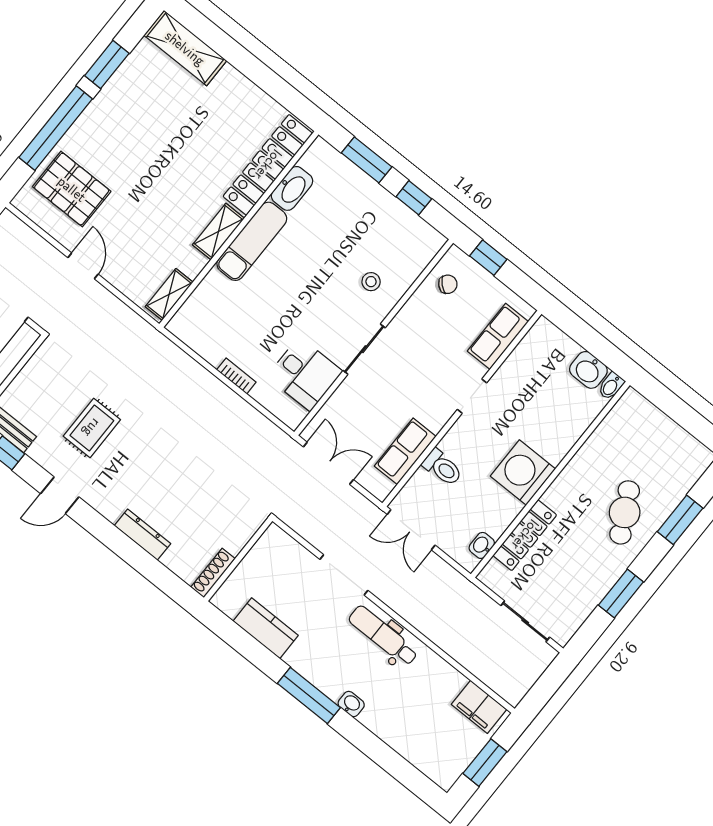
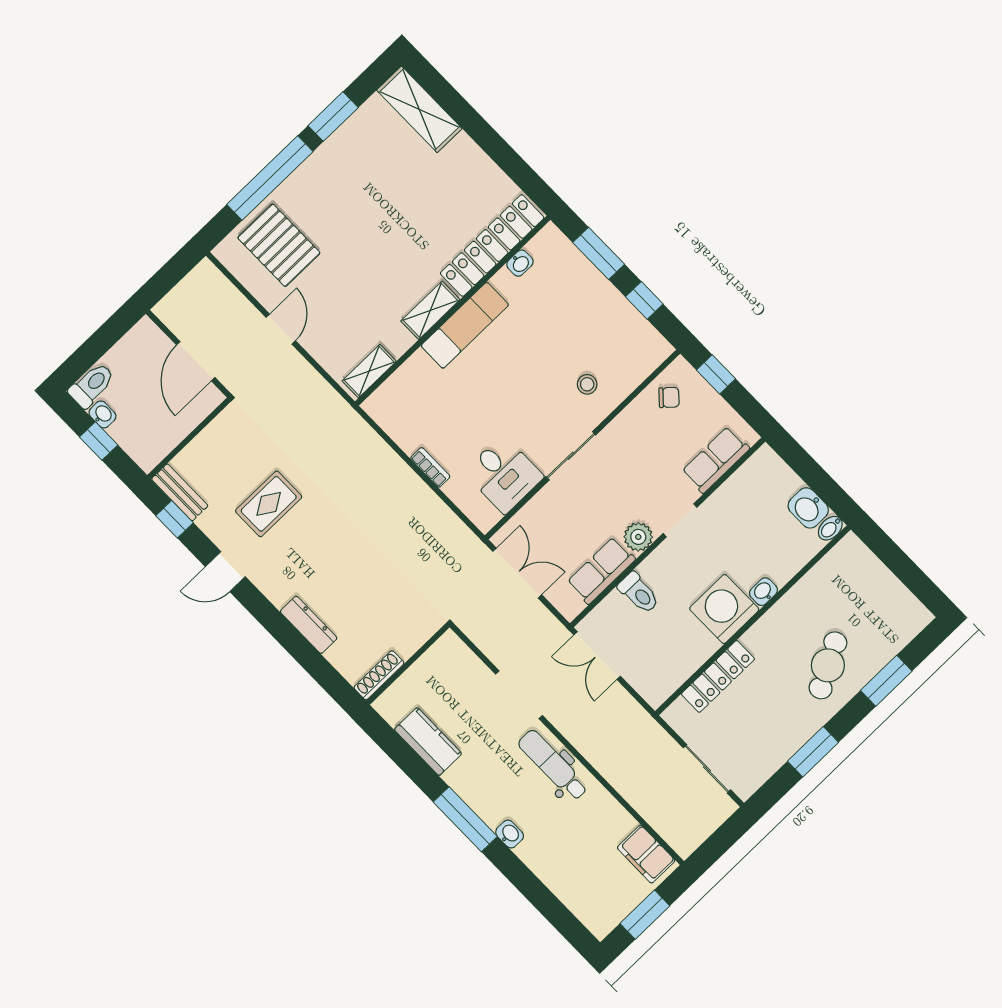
washbasin: (292, 188) -> (520, 263), width x0.52, depth x0.69
plant: (435, 416) -> (638, 537), added
washbasin: (482, 545) -> (763, 592), moved

